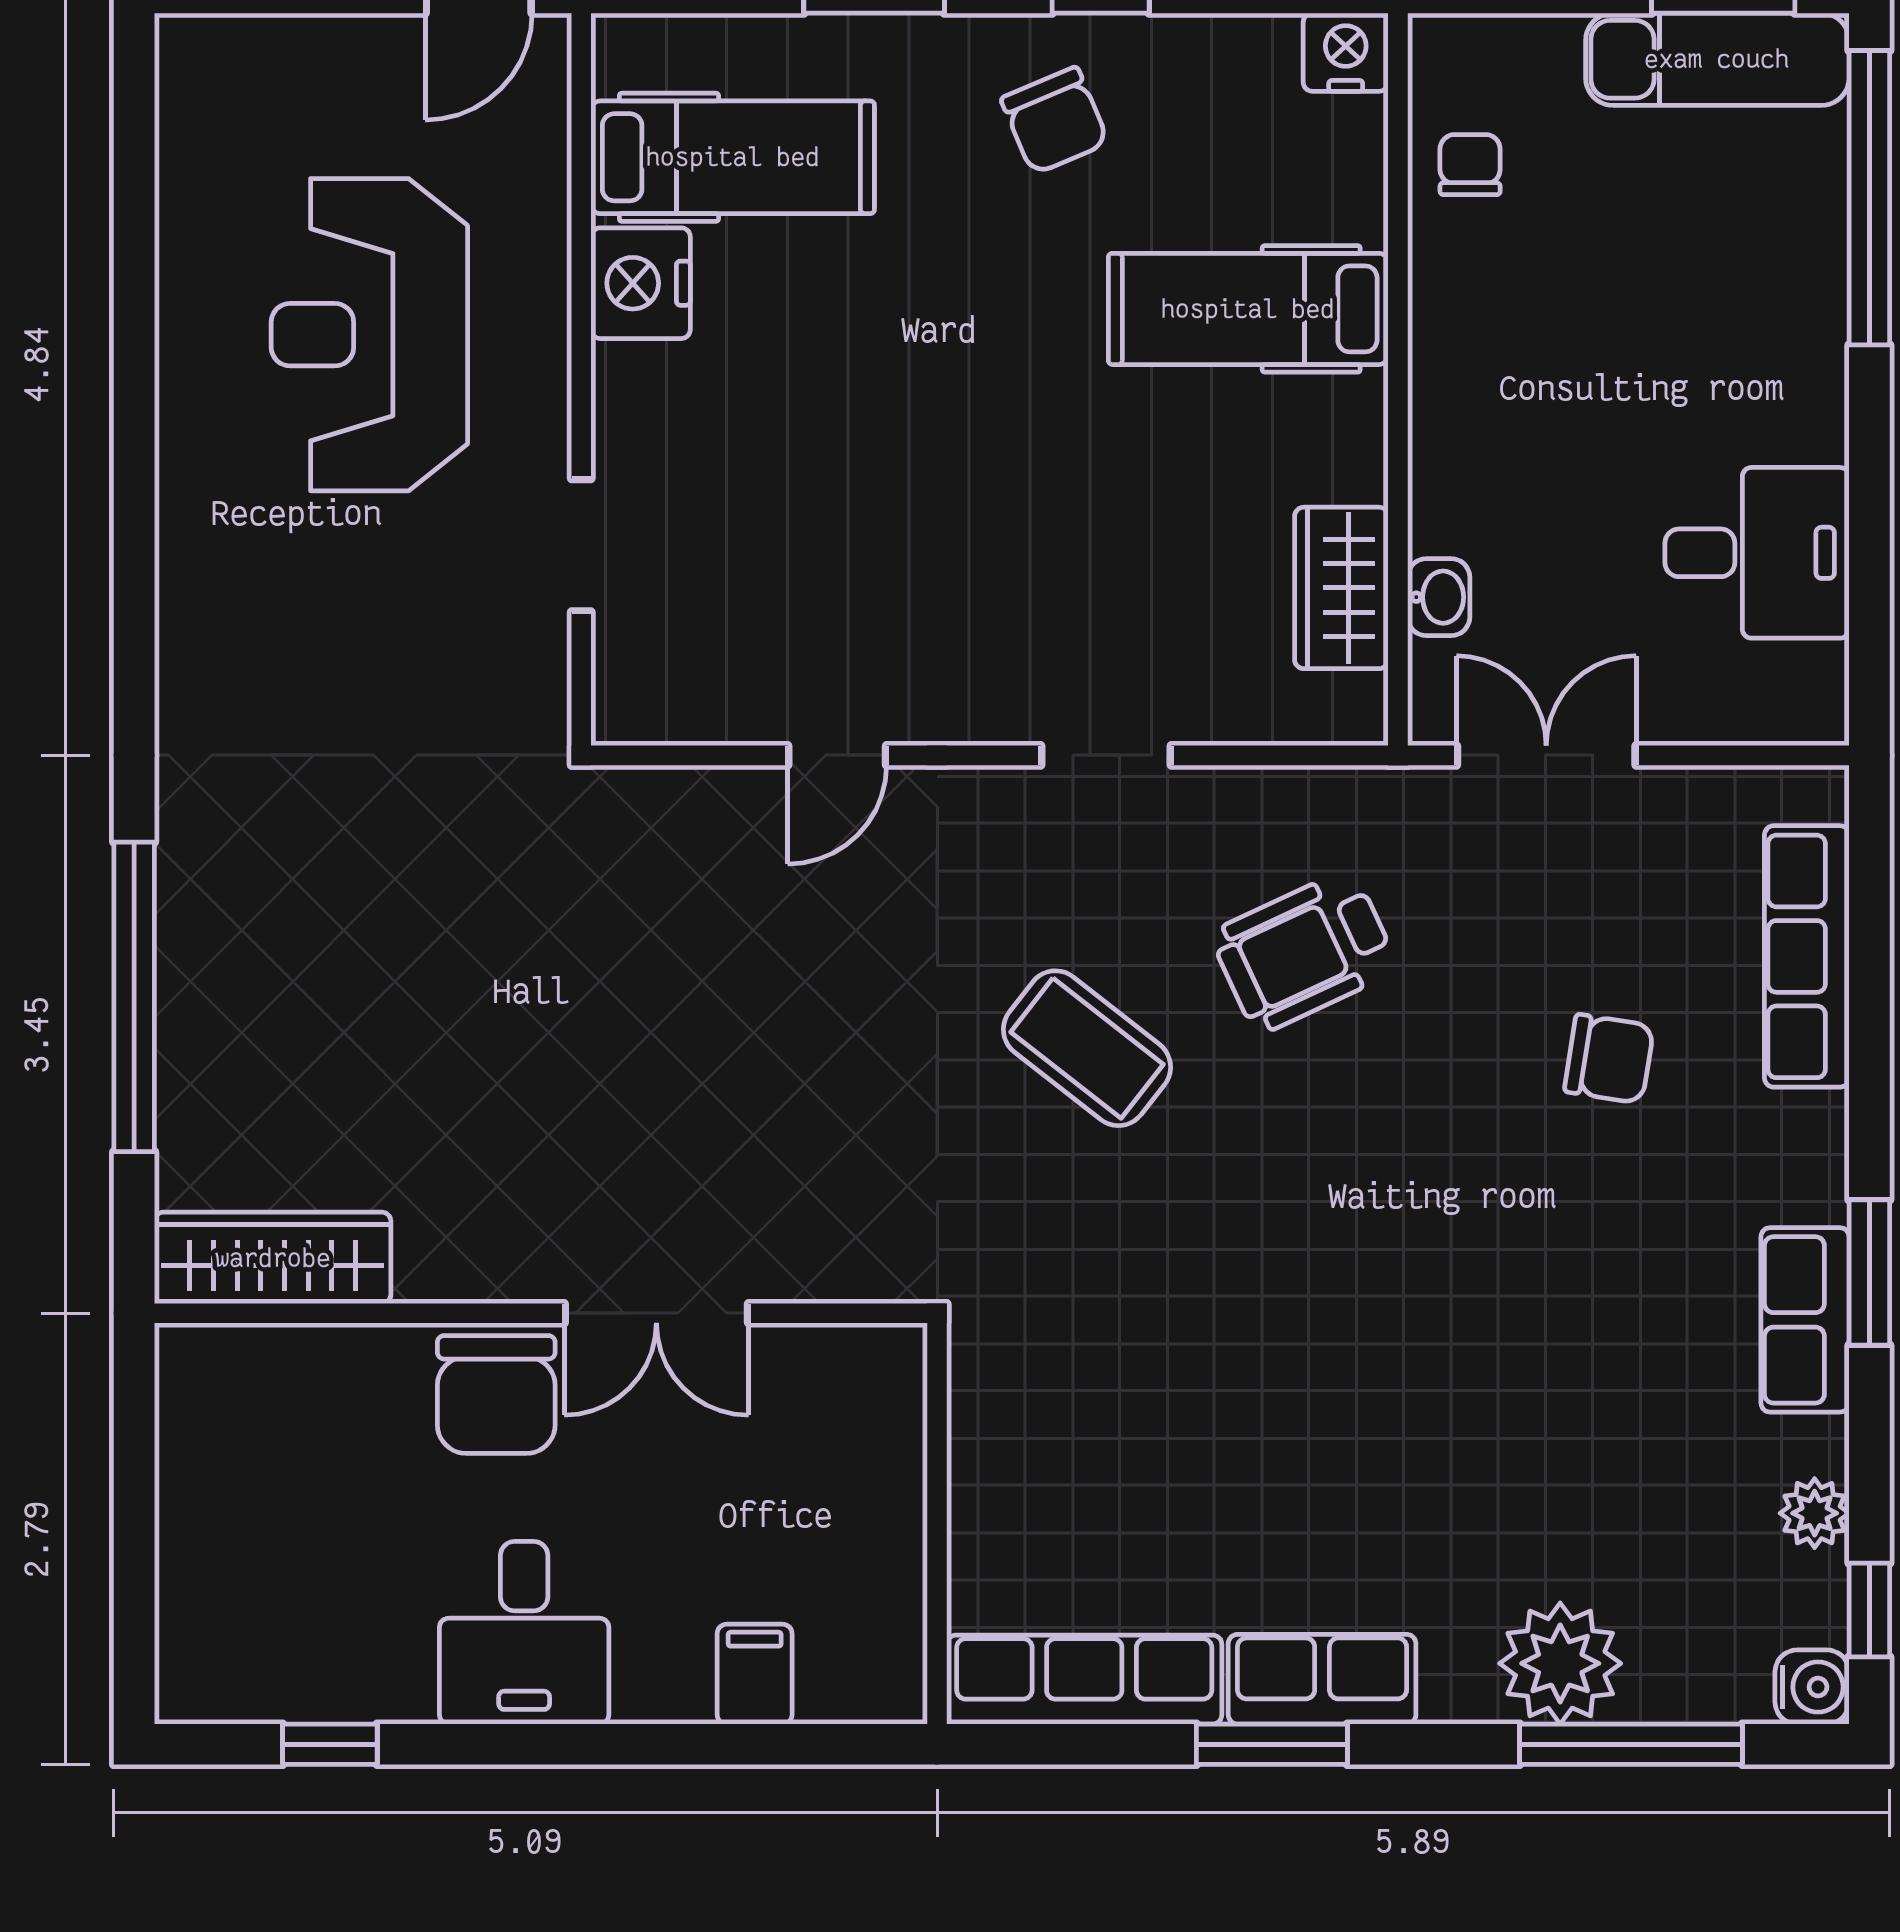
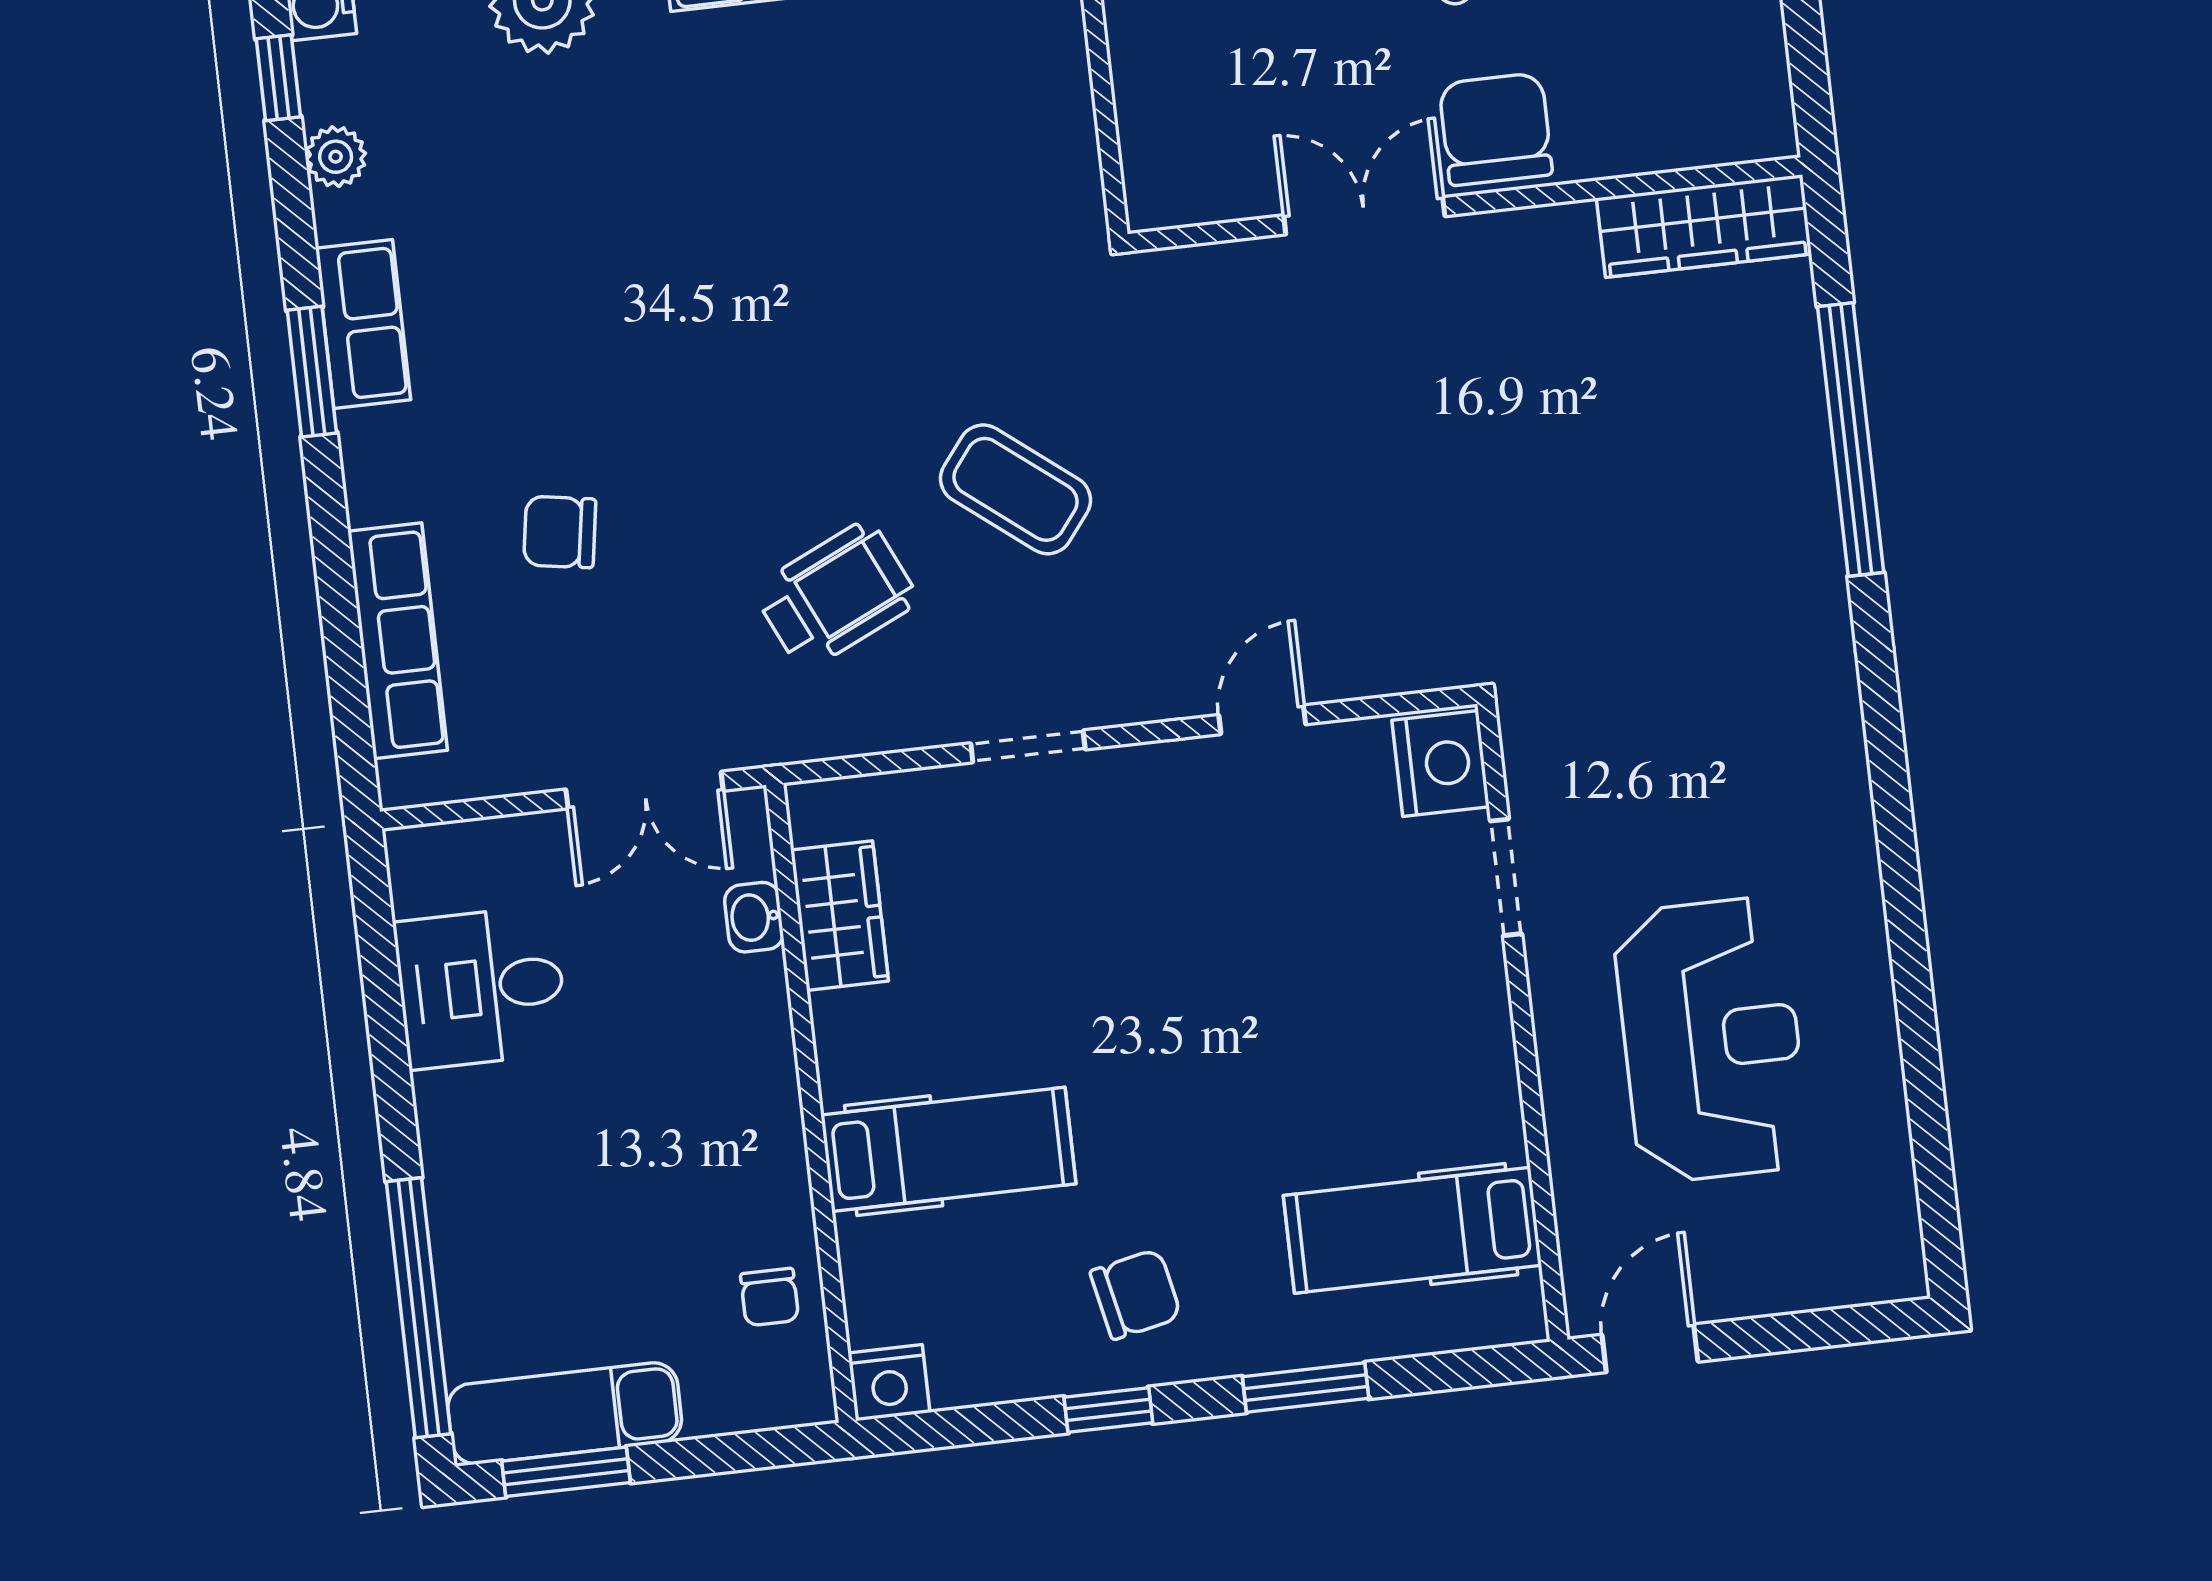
chair: (1055, 121) -> (1136, 1294), turned 101
nightstand: (641, 283) -> (1441, 764), moved

